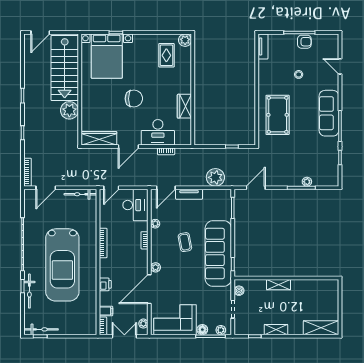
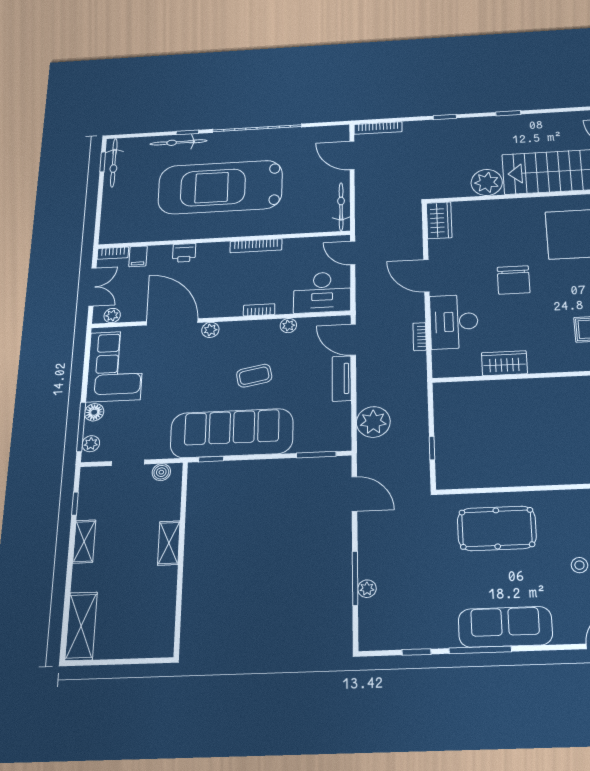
wardrobe: (99, 138) -> (439, 220), width x0.67

